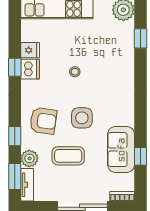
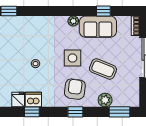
plant: (128, 119) -> (73, 21), added
window: (15, 136) -> (75, 112), moved
coffee table: (68, 156) -> (103, 69), turned -68
tv unit: (27, 185) -> (126, 102), removed

